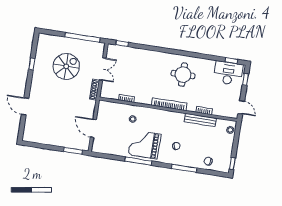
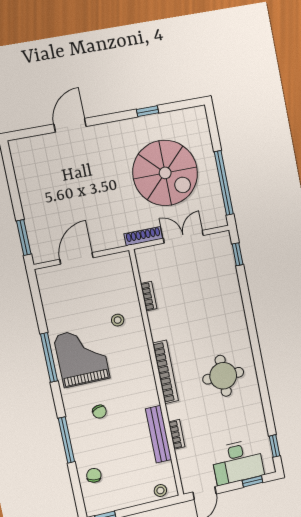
spiral stairs: (66, 66) -> (165, 173), width x1.37, depth x1.37
double door: (103, 69) -> (183, 237), swing flipped
desk: (228, 73) -> (237, 462), moved, turned 90

